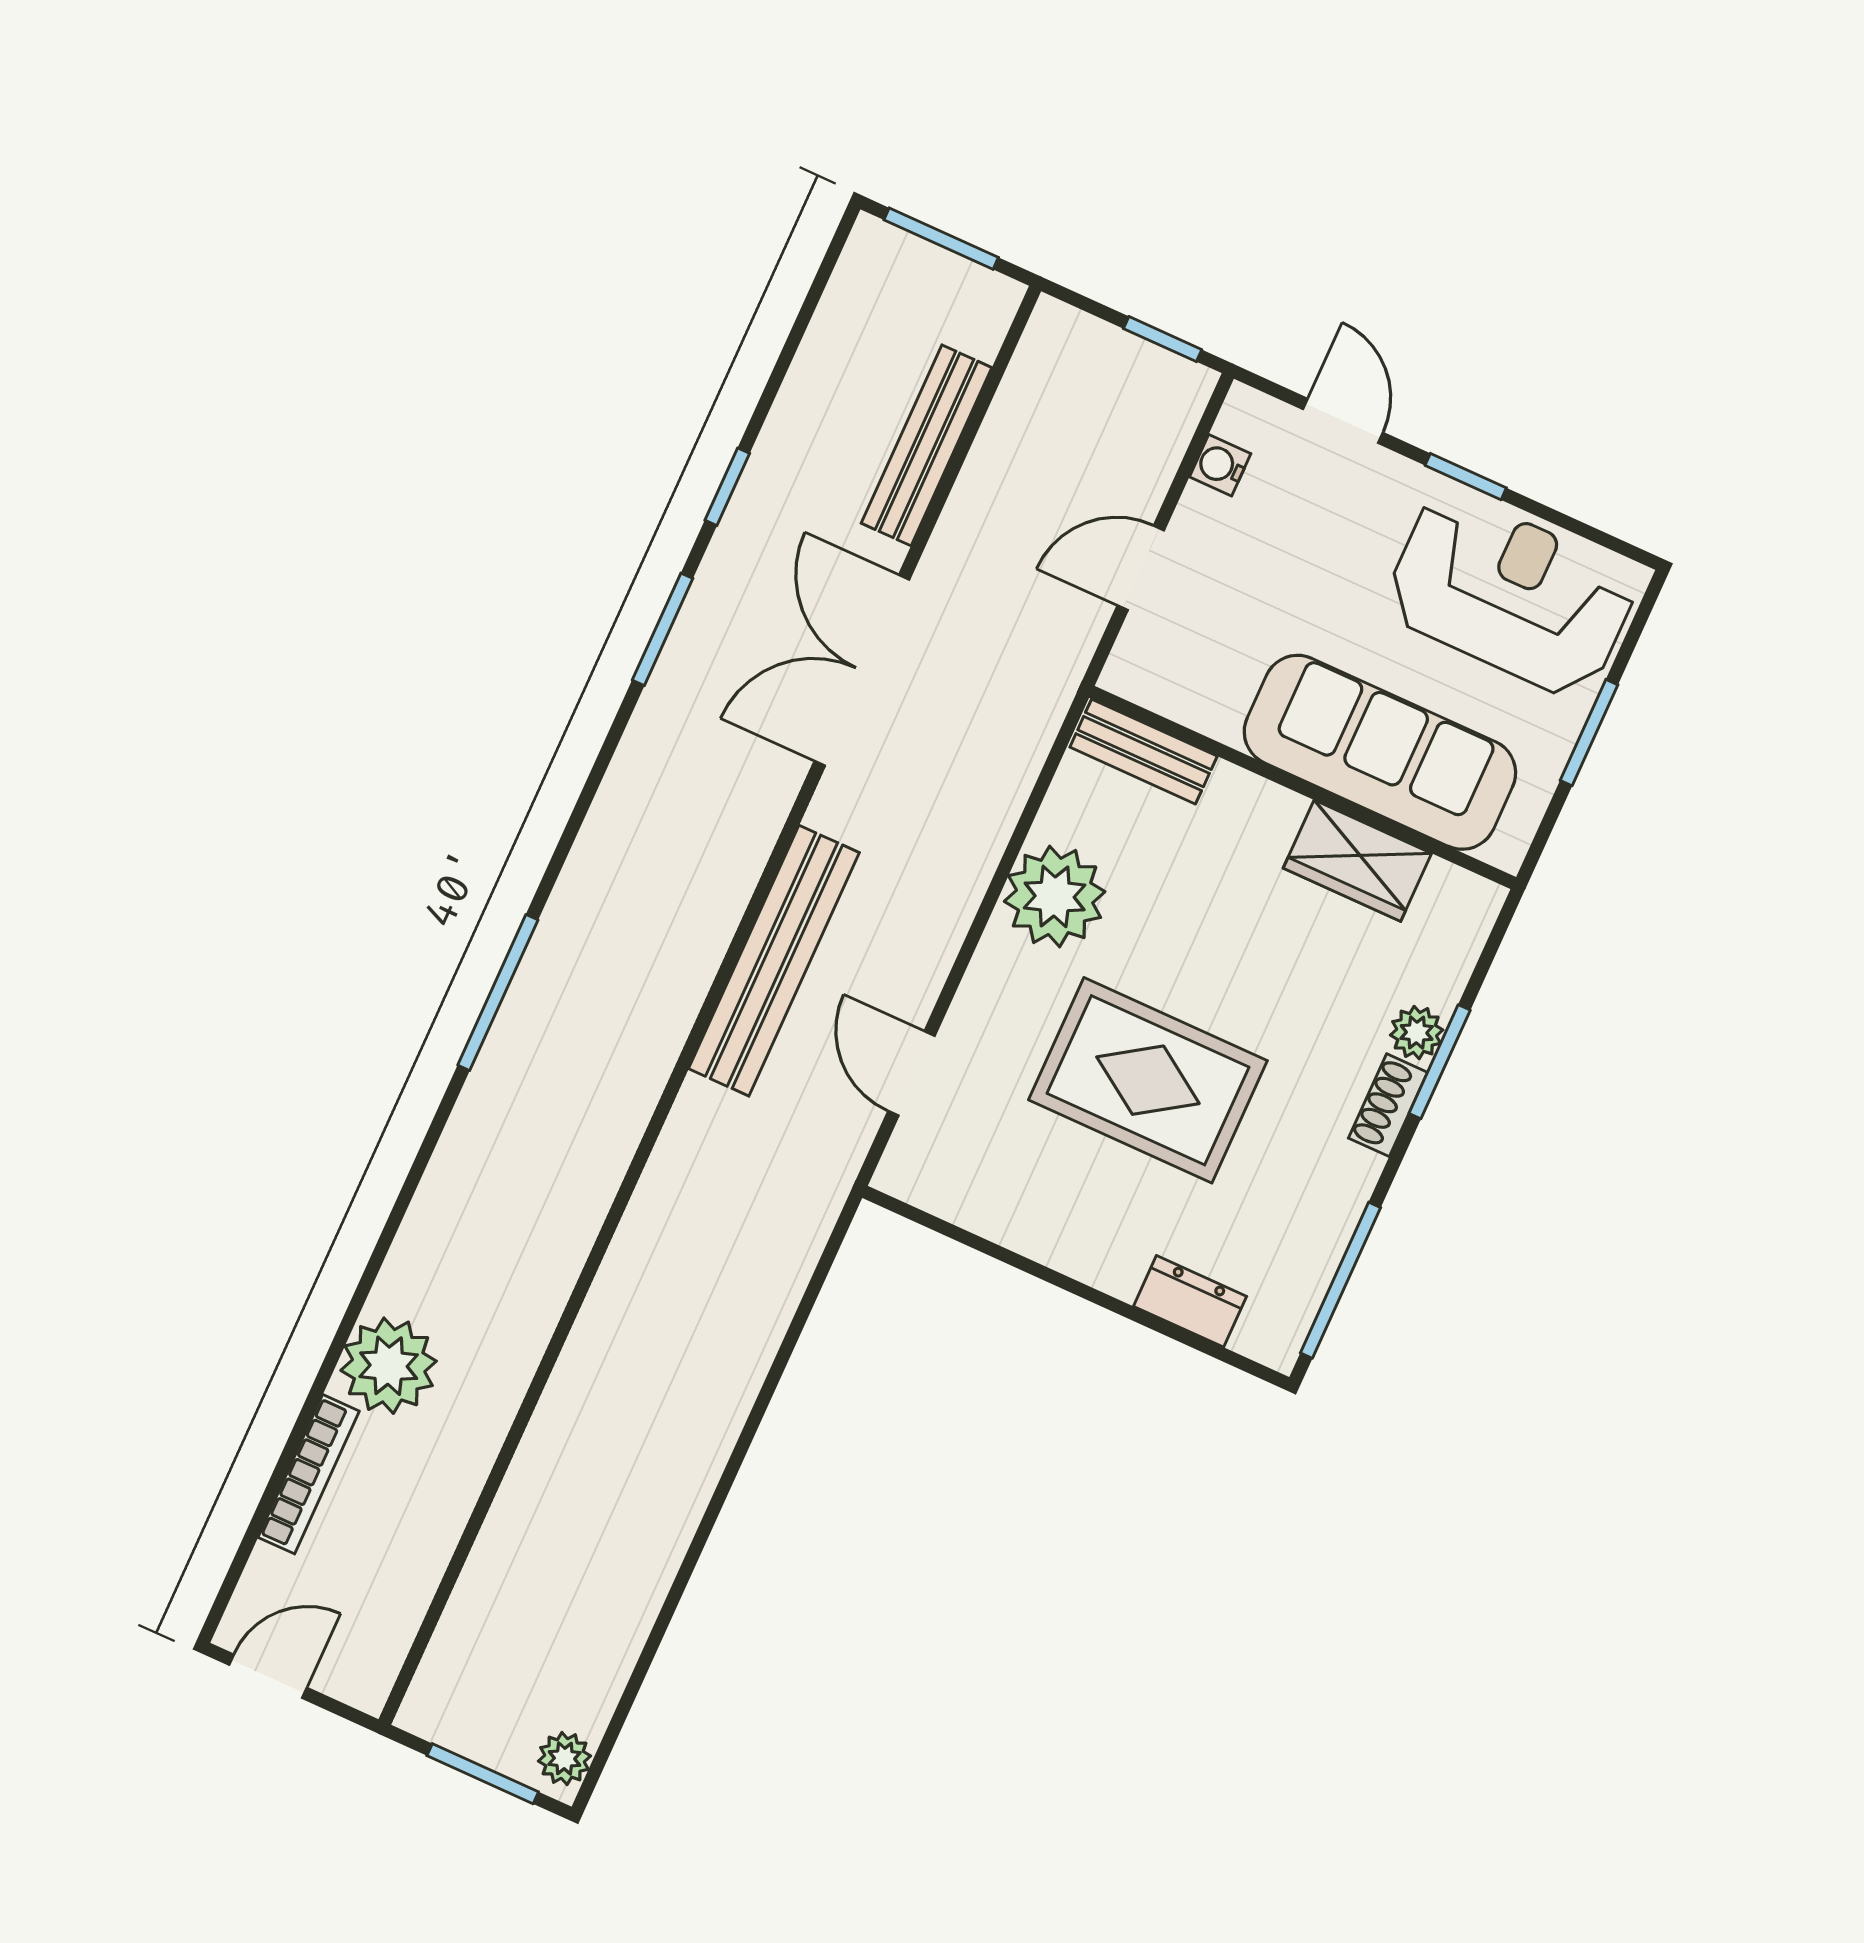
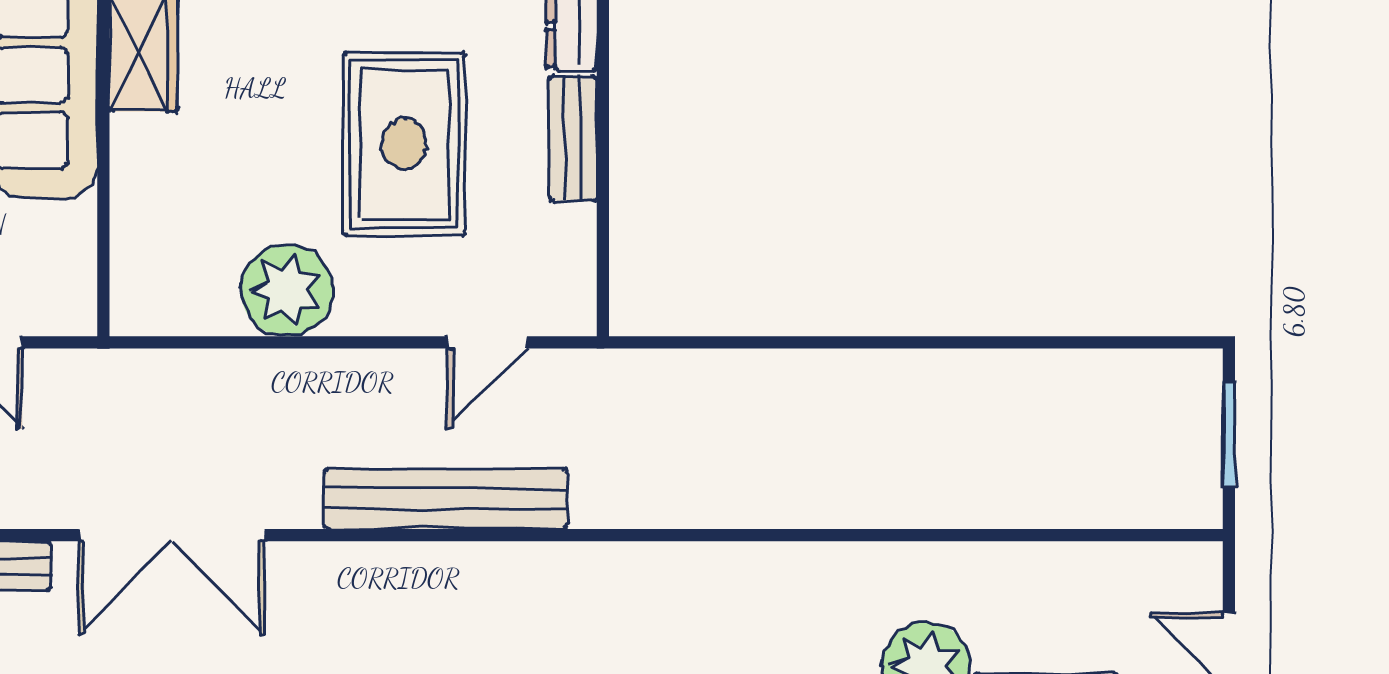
bench: (1144, 752) -> (573, 139), moved
plant: (564, 1758) -> (1186, 372), removed

